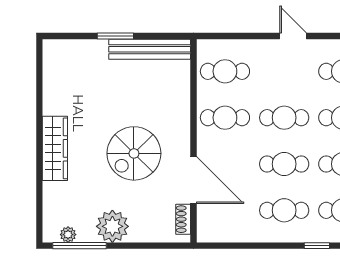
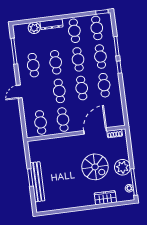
bench: (150, 49) -> (37, 182), moved
wardrobe: (55, 148) -> (105, 198), moved, width x0.67
spiral stairs: (134, 153) -> (95, 167), moved

